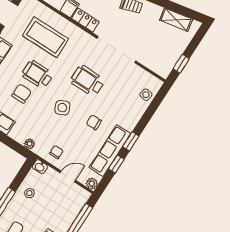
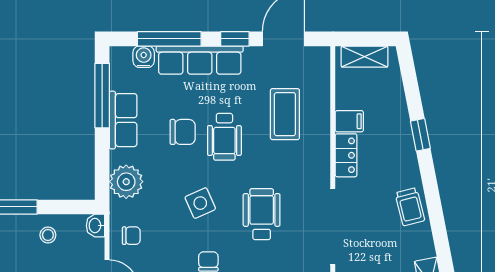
coffee table: (45, 37) -> (285, 114), width x0.73, depth x0.76
wheelchair: (37, 74) -> (224, 137), turned 180
plant: (29, 144) -> (126, 182), width x1.88, depth x1.88

